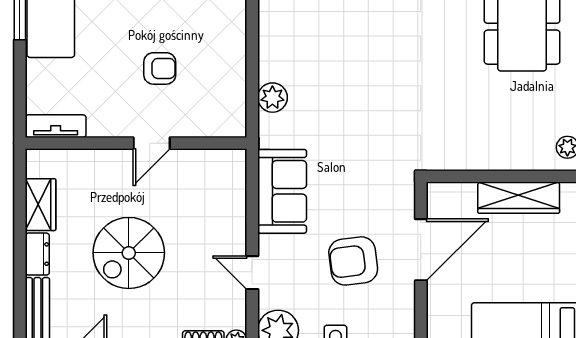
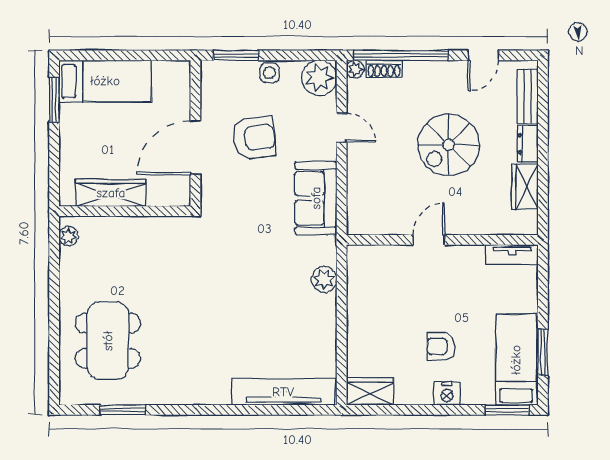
armchair: (160, 68) -> (441, 347), moved
spiral stairs: (129, 253) -> (449, 145), turned 180

